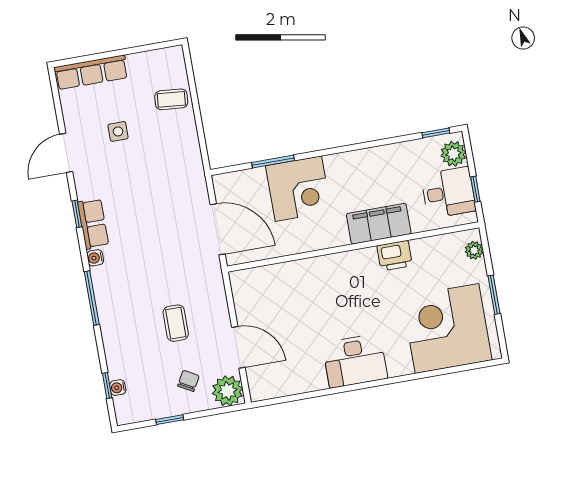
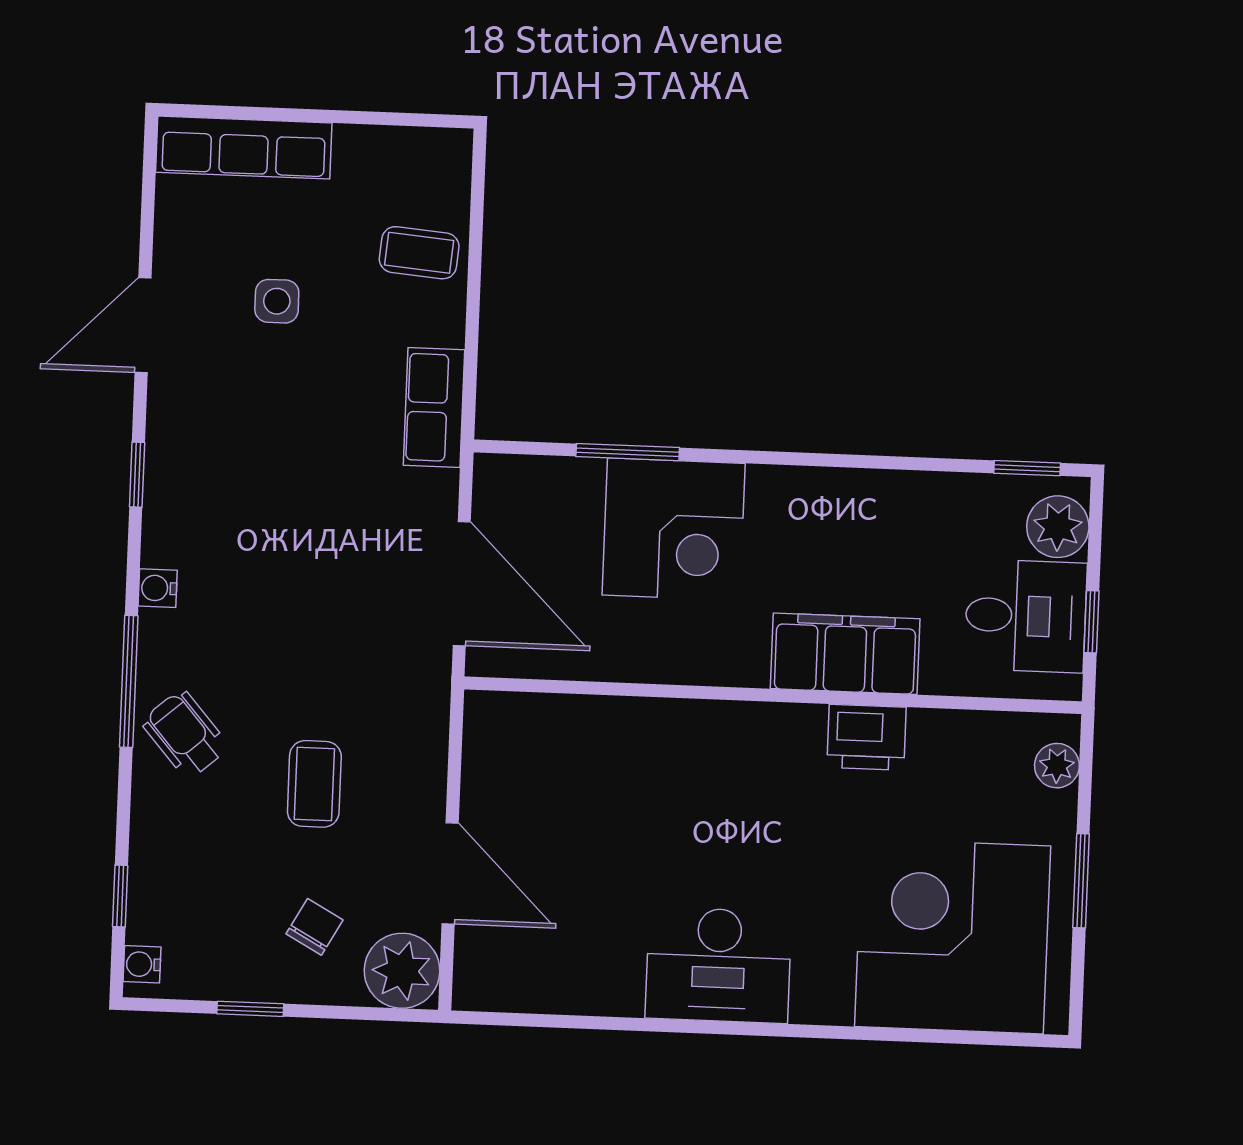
row of seats: (93, 224) -> (434, 408), moved, turned 180
wheelchair: (119, 314) -> (185, 734), added
water cooler: (118, 388) -> (142, 964), moved

